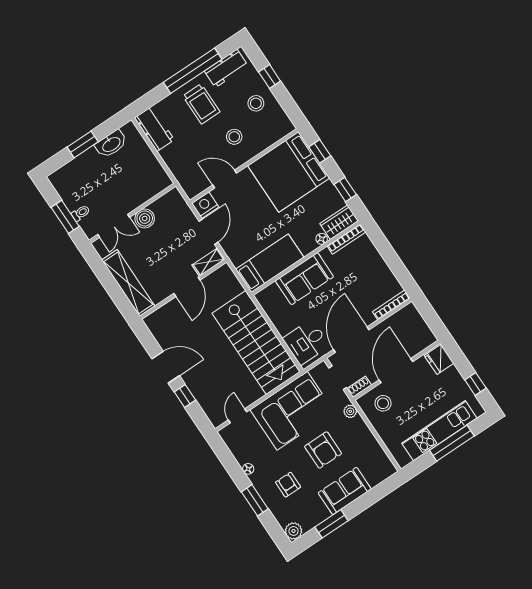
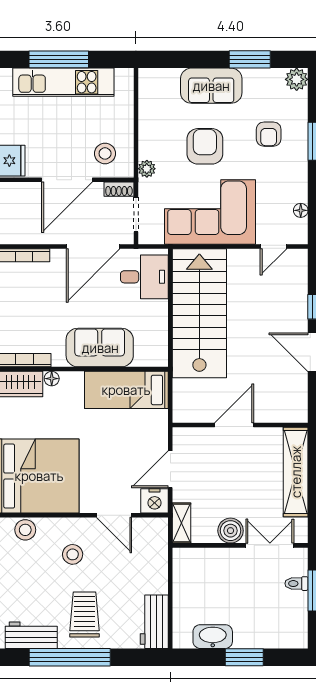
stool: (256, 103) -> (25, 530), moved
shelving: (208, 262) -> (182, 523), moved, turned 90
floor lamp: (248, 469) -> (301, 210), moved

